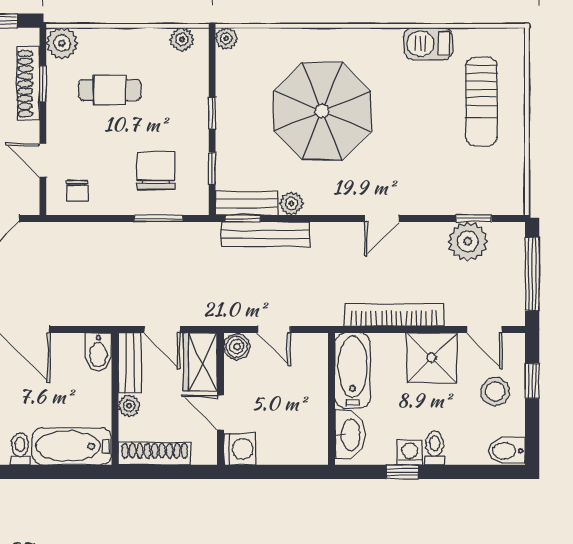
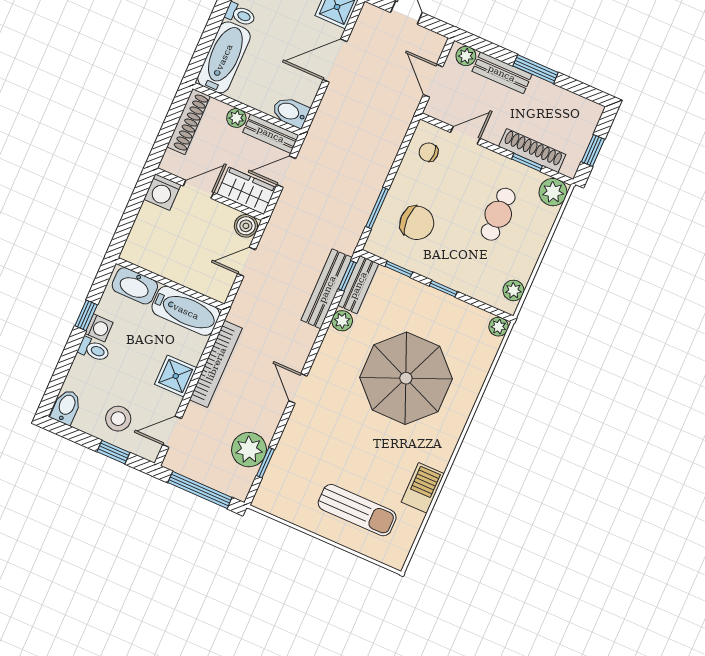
sun lounger: (481, 102) -> (357, 510), turned 180
shower: (431, 358) -> (176, 376), width x0.73, depth x0.73

